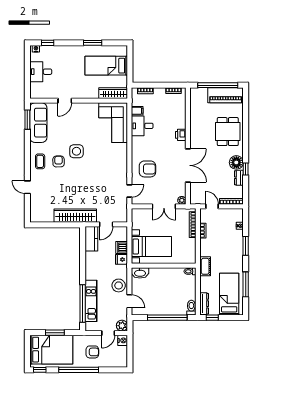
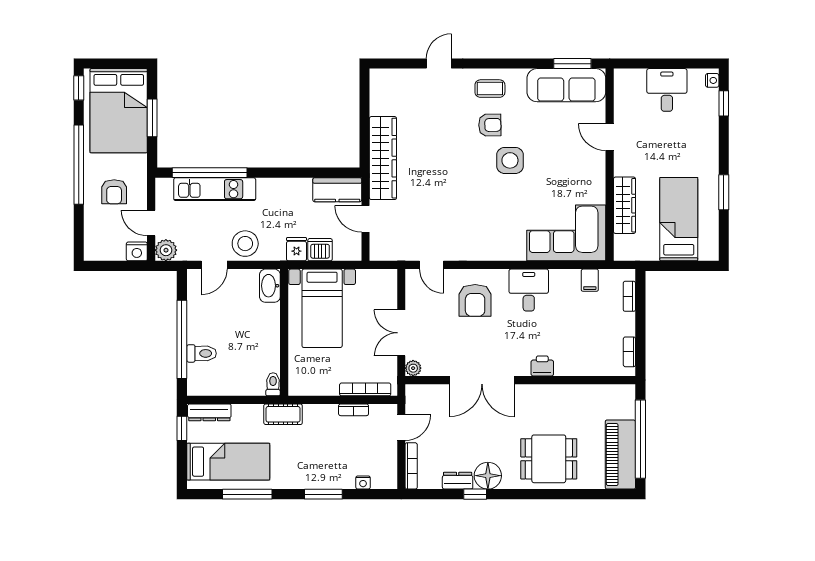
wardrobe: (113, 93) -> (625, 205), moved
desk: (142, 126) -> (529, 290), moved
toilet: (191, 308) -> (202, 353), moved

